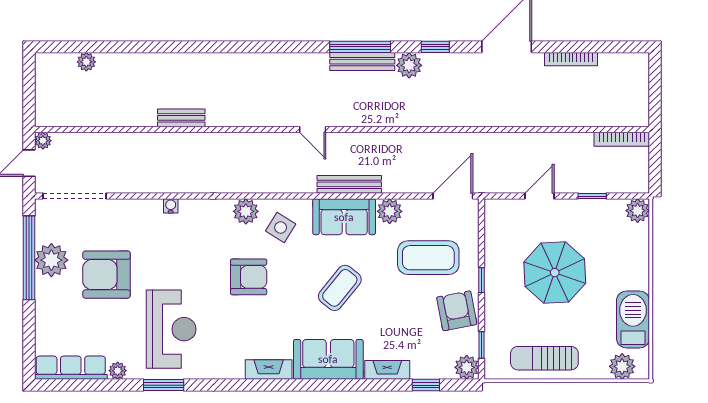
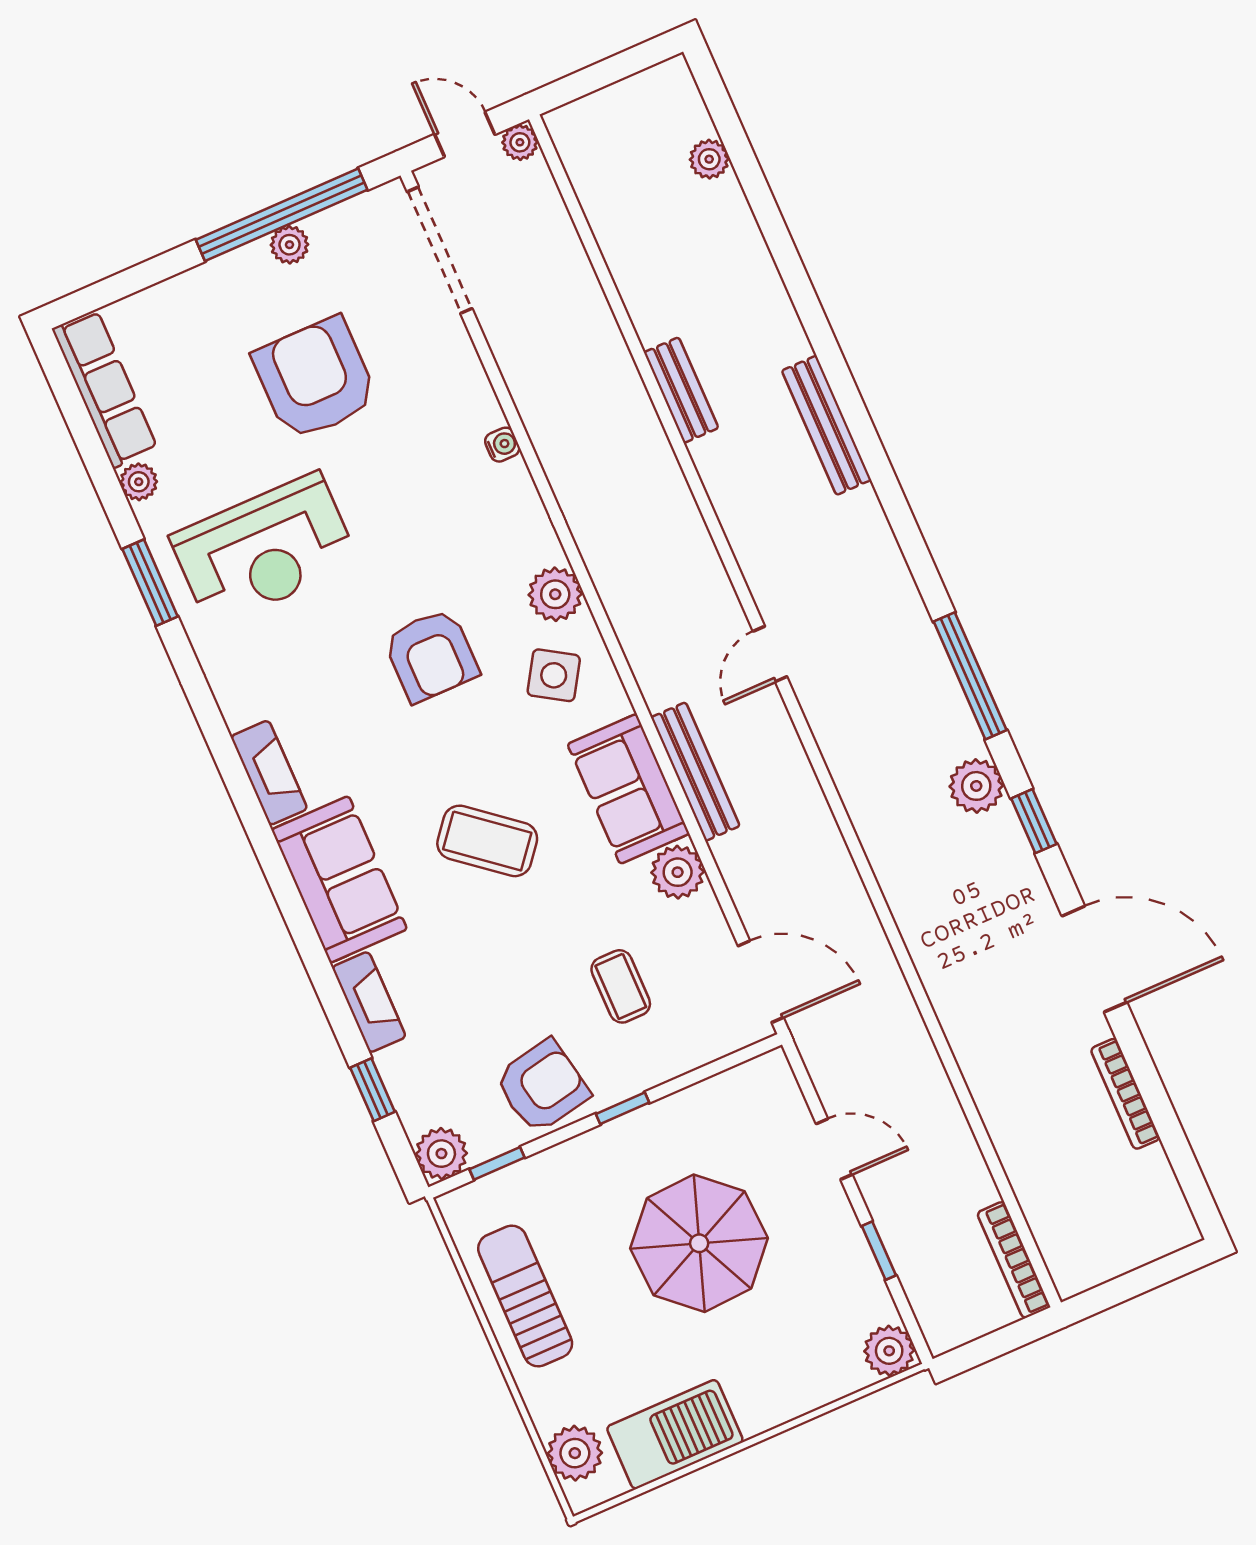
bench: (362, 62) -> (826, 425), moved
coffee table: (428, 258) -> (621, 986), width x0.54, depth x0.58
plant: (51, 260) -> (290, 245), width x0.53, depth x0.53

